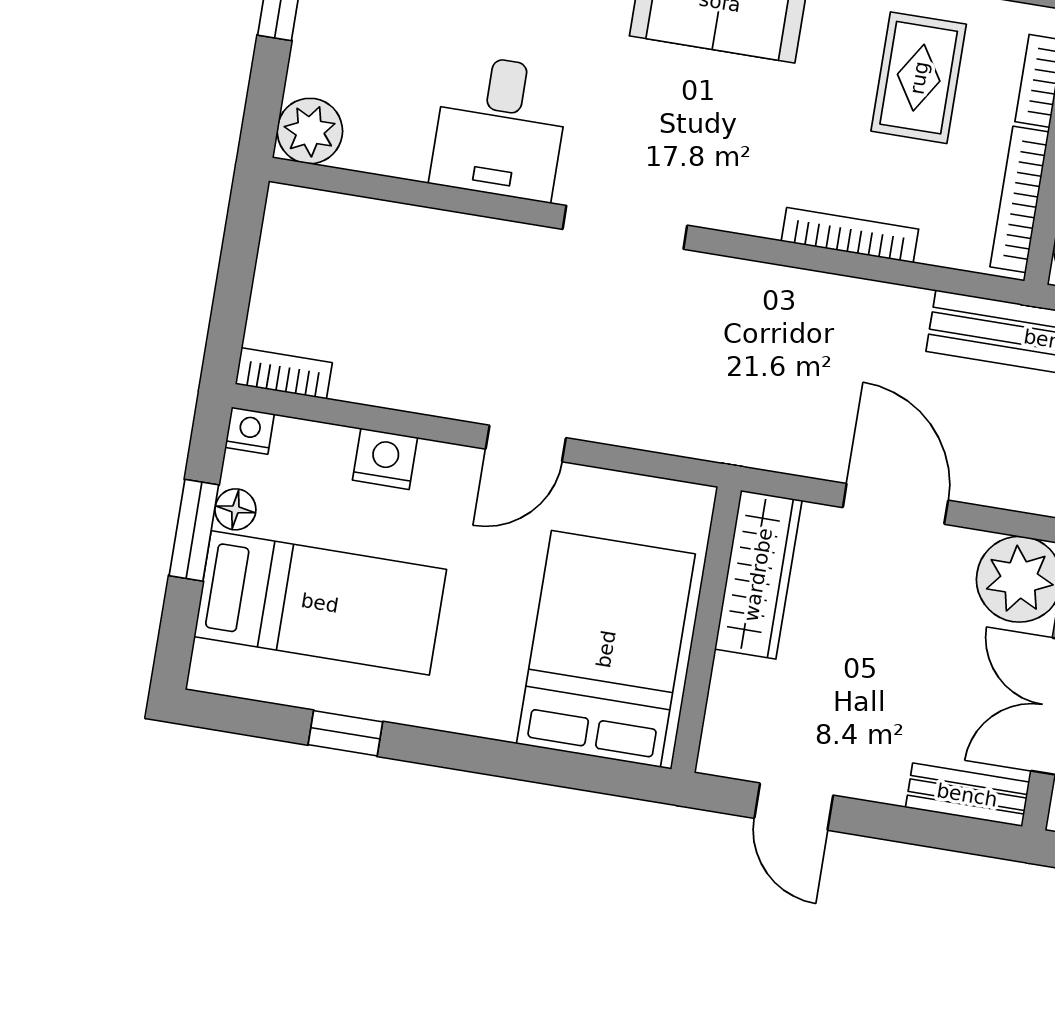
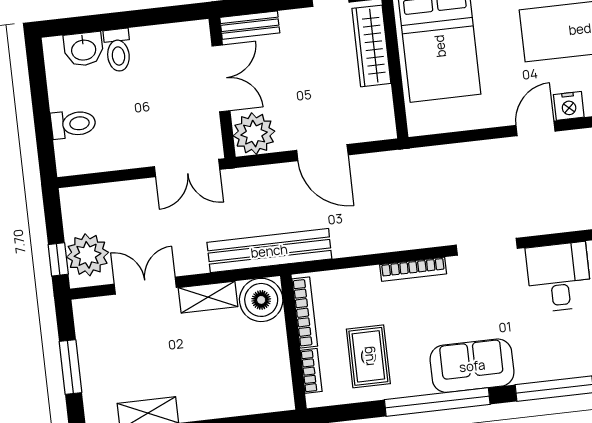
bookcase: (850, 235) -> (413, 269), moved
door: (526, 443) -> (535, 128), moved
wardrobe: (758, 575) -> (371, 46), moved

